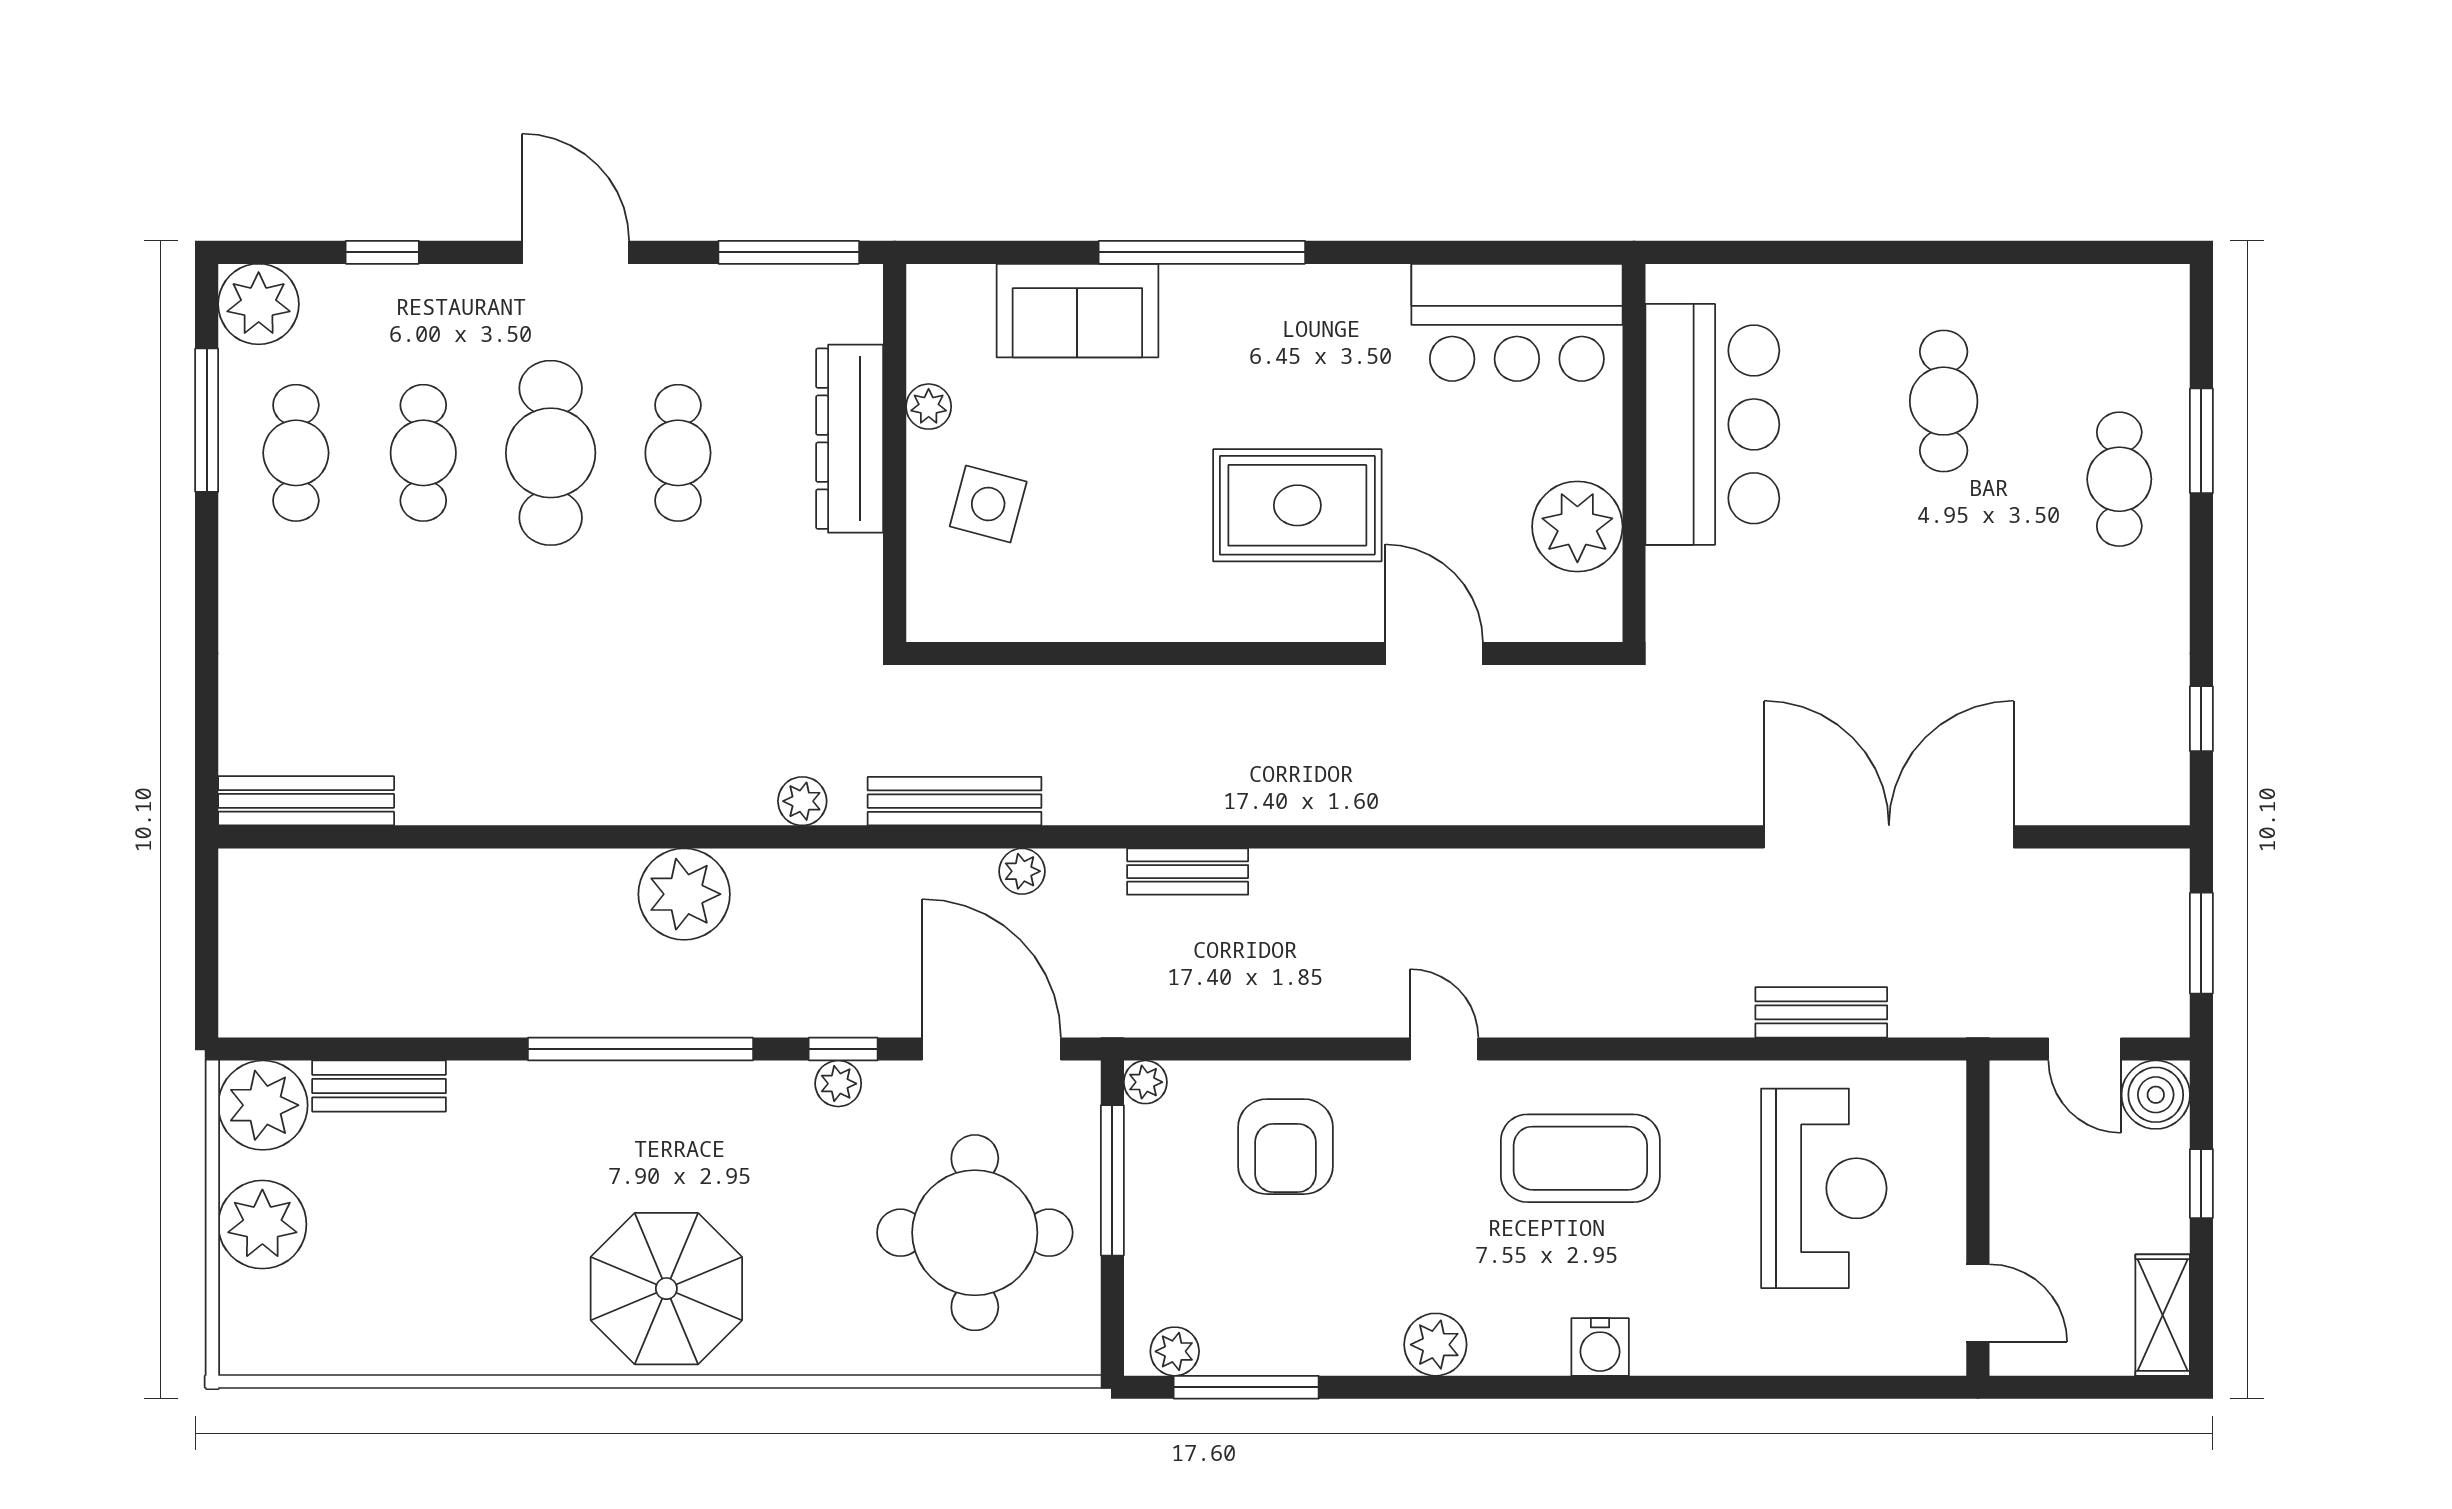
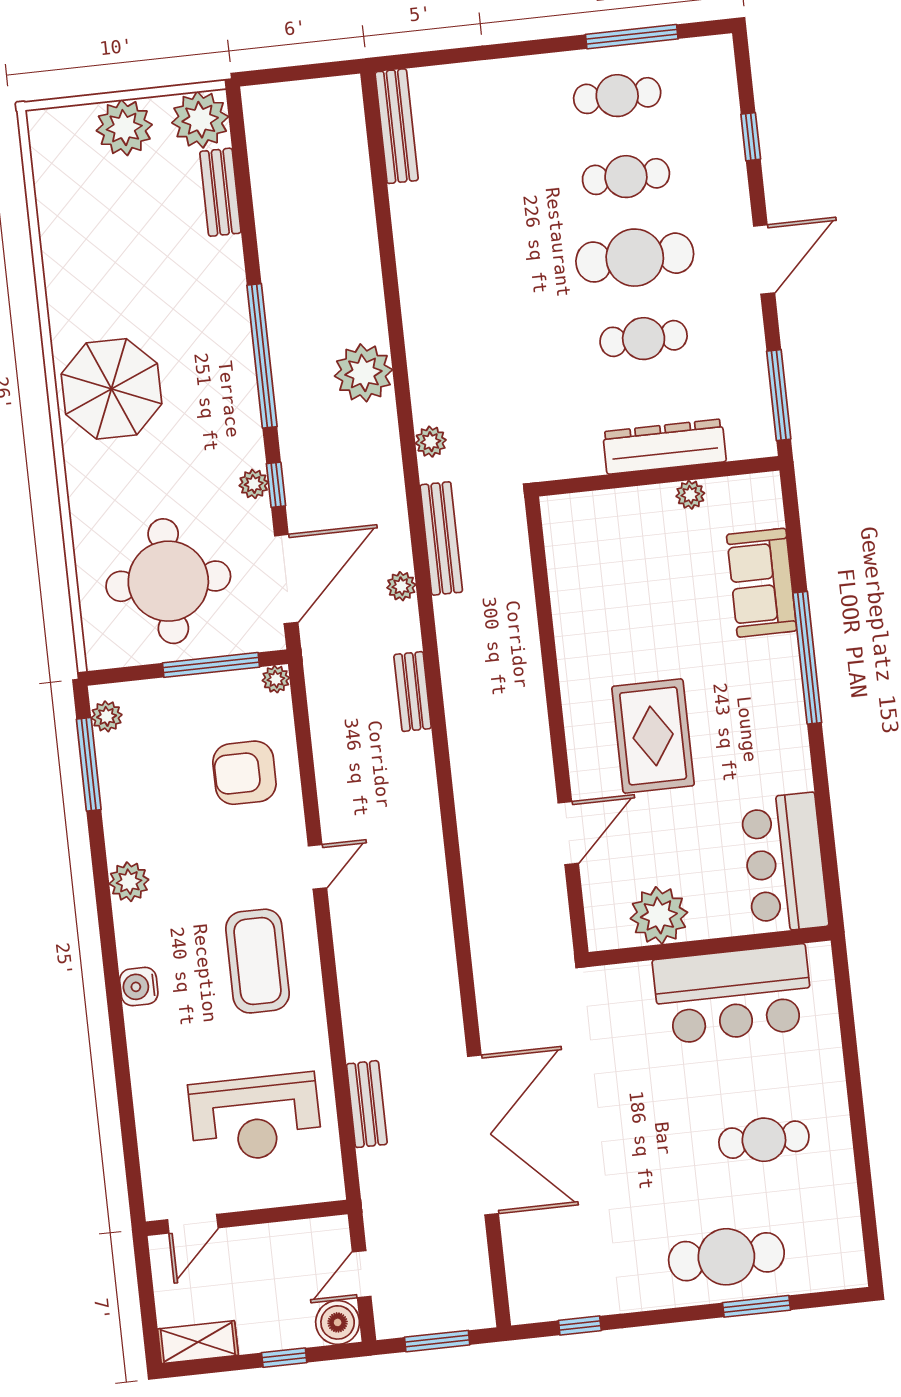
plant: (259, 304) -> (709, 62), removed
cafe table: (2119, 479) -> (726, 1257), width x1.37, depth x1.35
side table: (988, 504) -> (633, 539), removed

